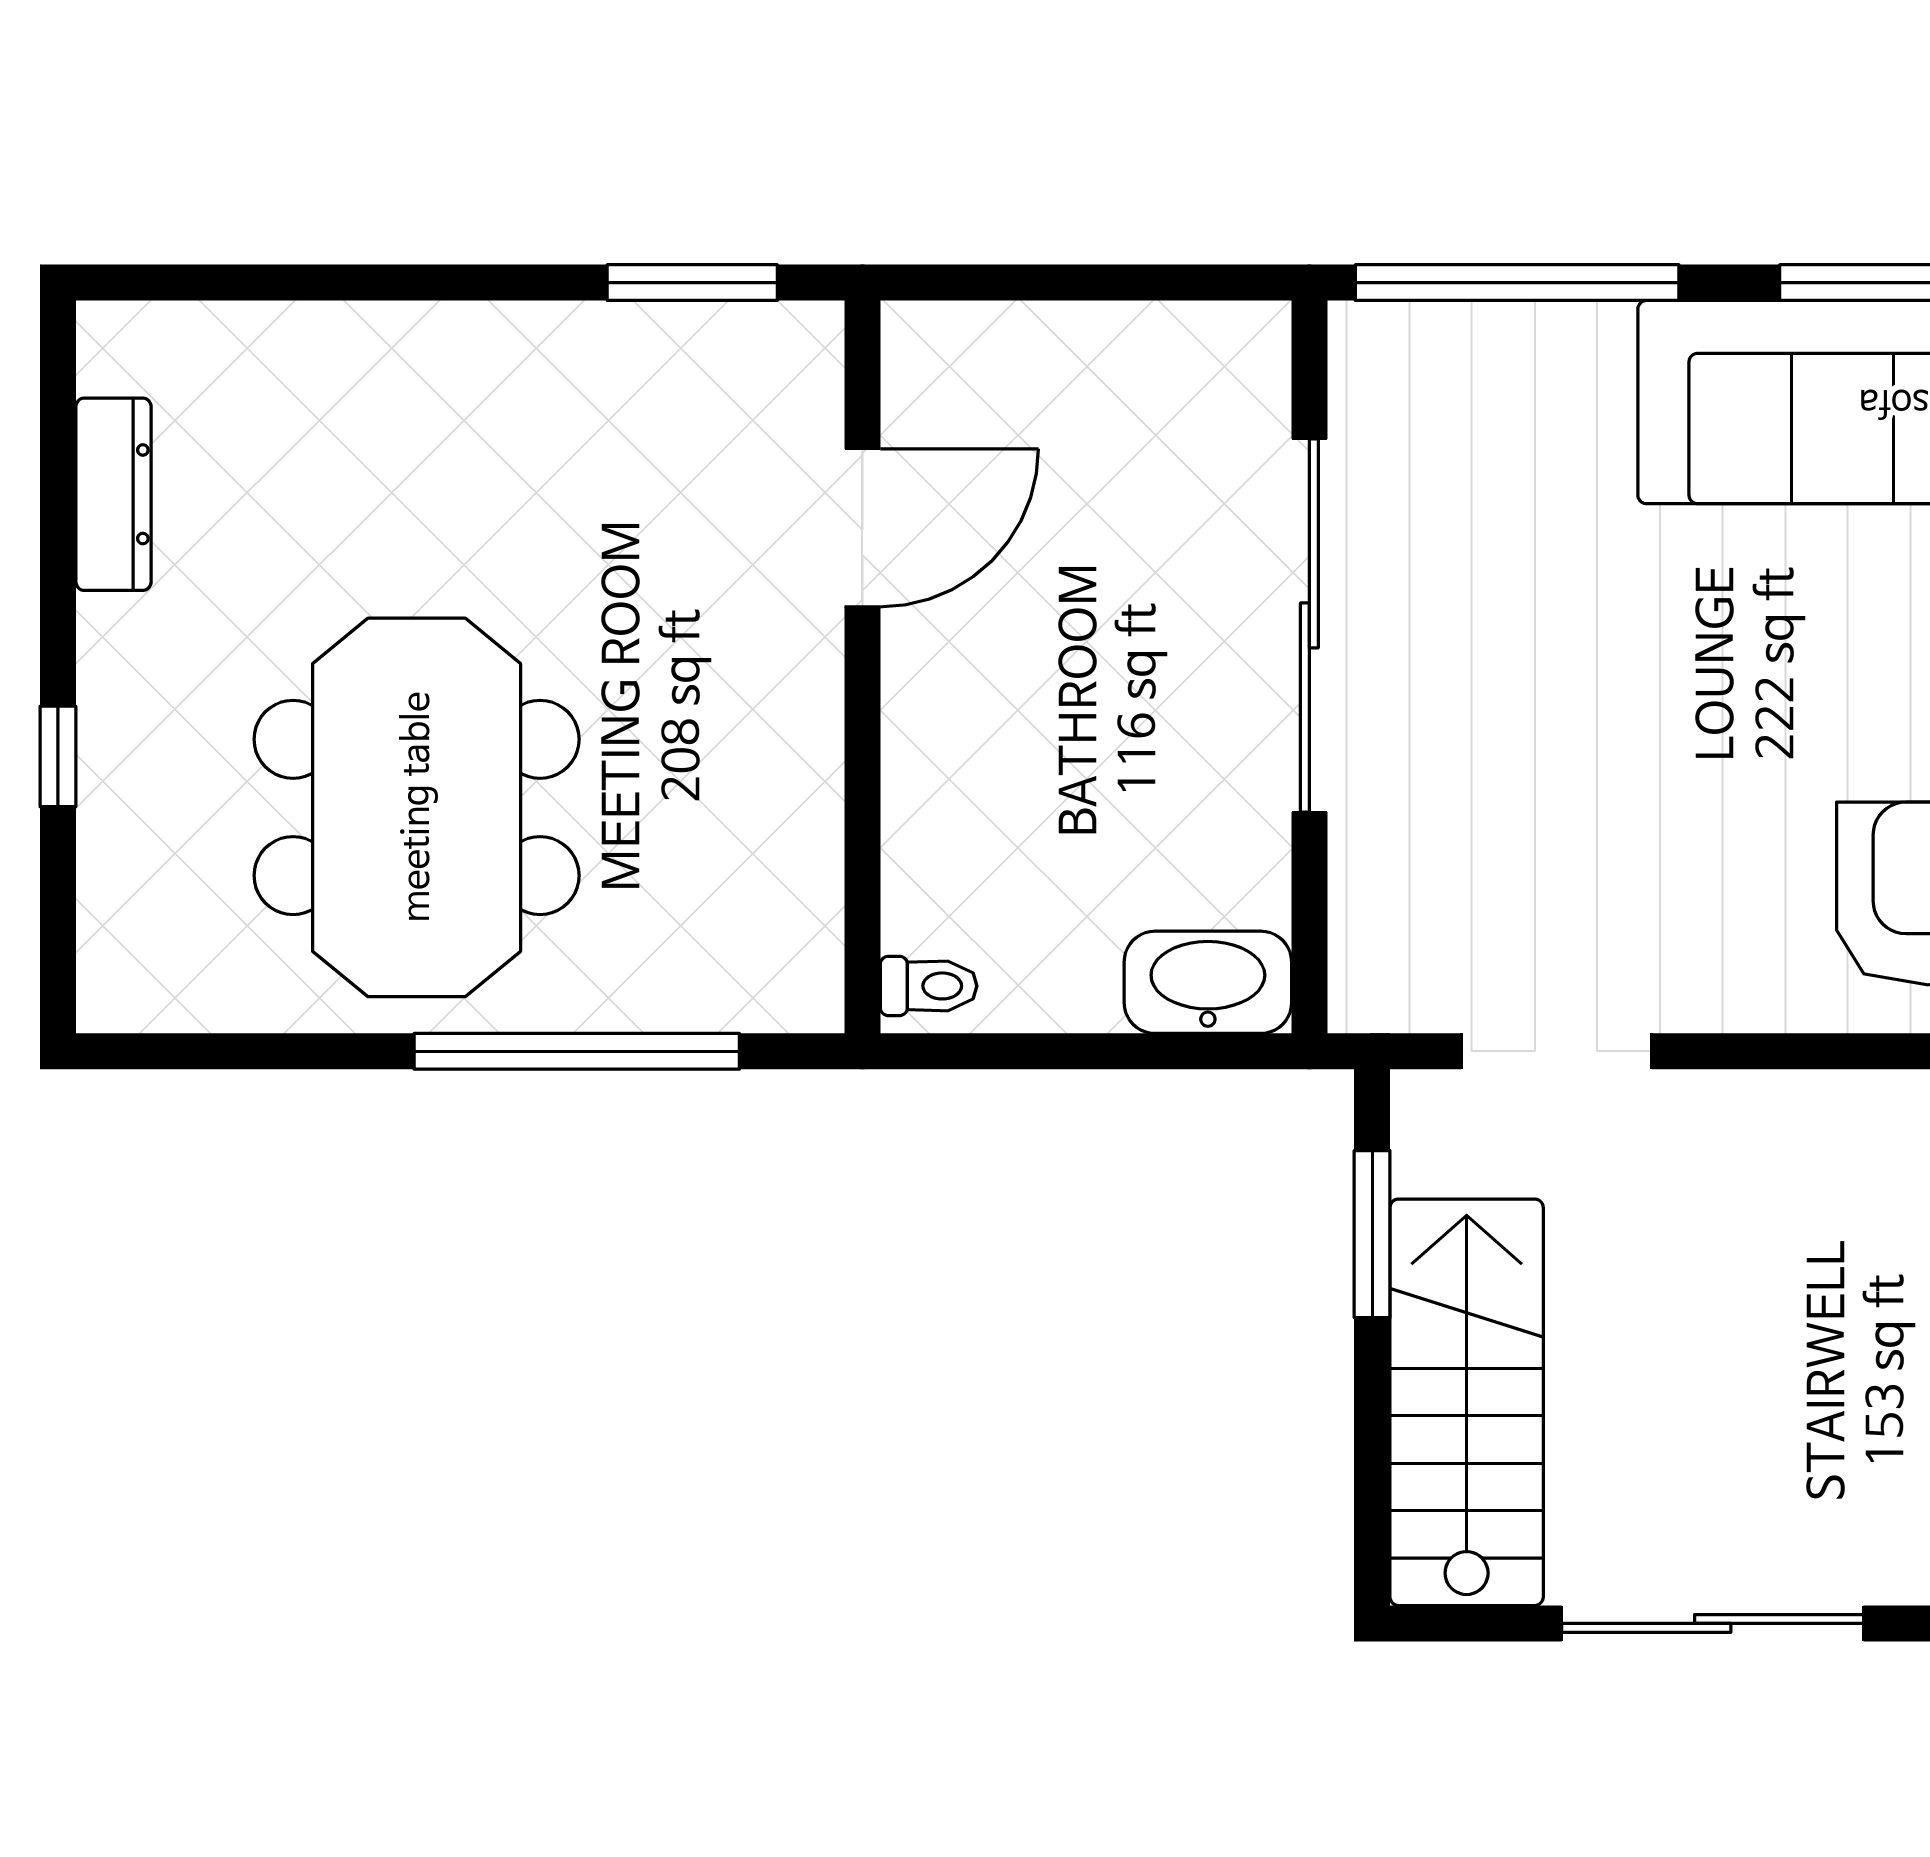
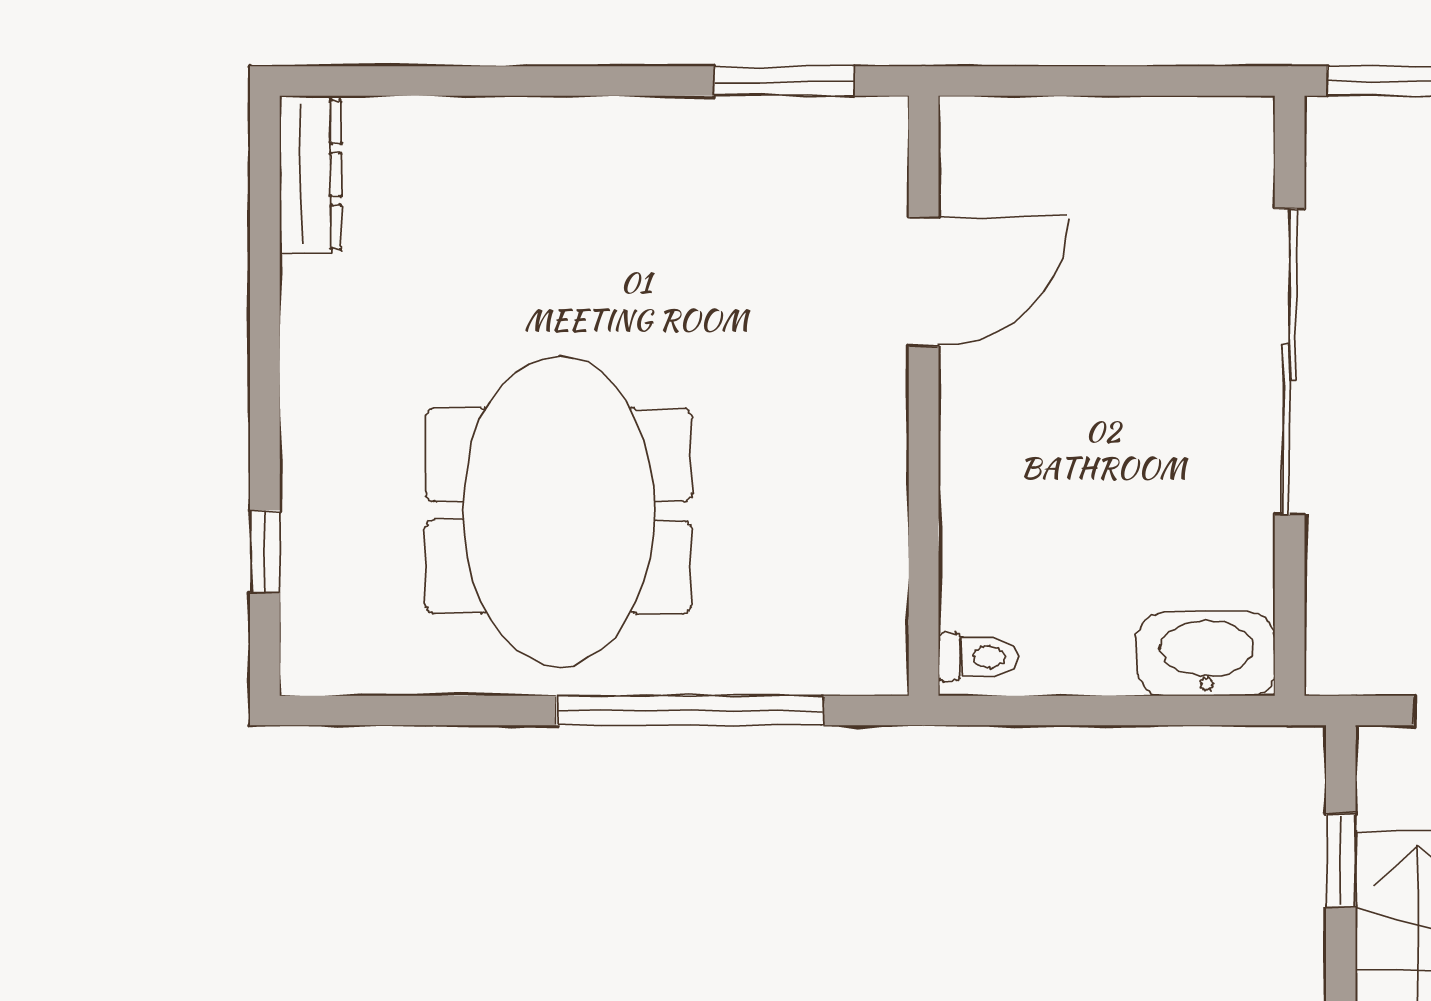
dresser: (113, 494) -> (310, 174), moved
window: (58, 756) -> (265, 552), moved
window: (1372, 1234) -> (1341, 860), width x0.67

